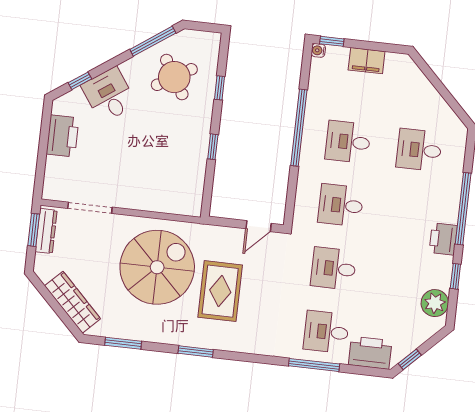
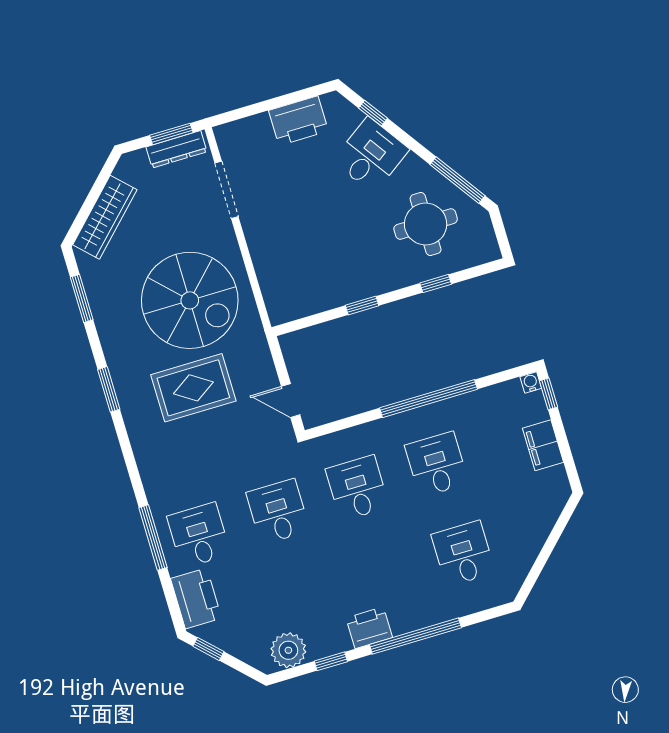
round table: (174, 77) -> (426, 224), turned 31

